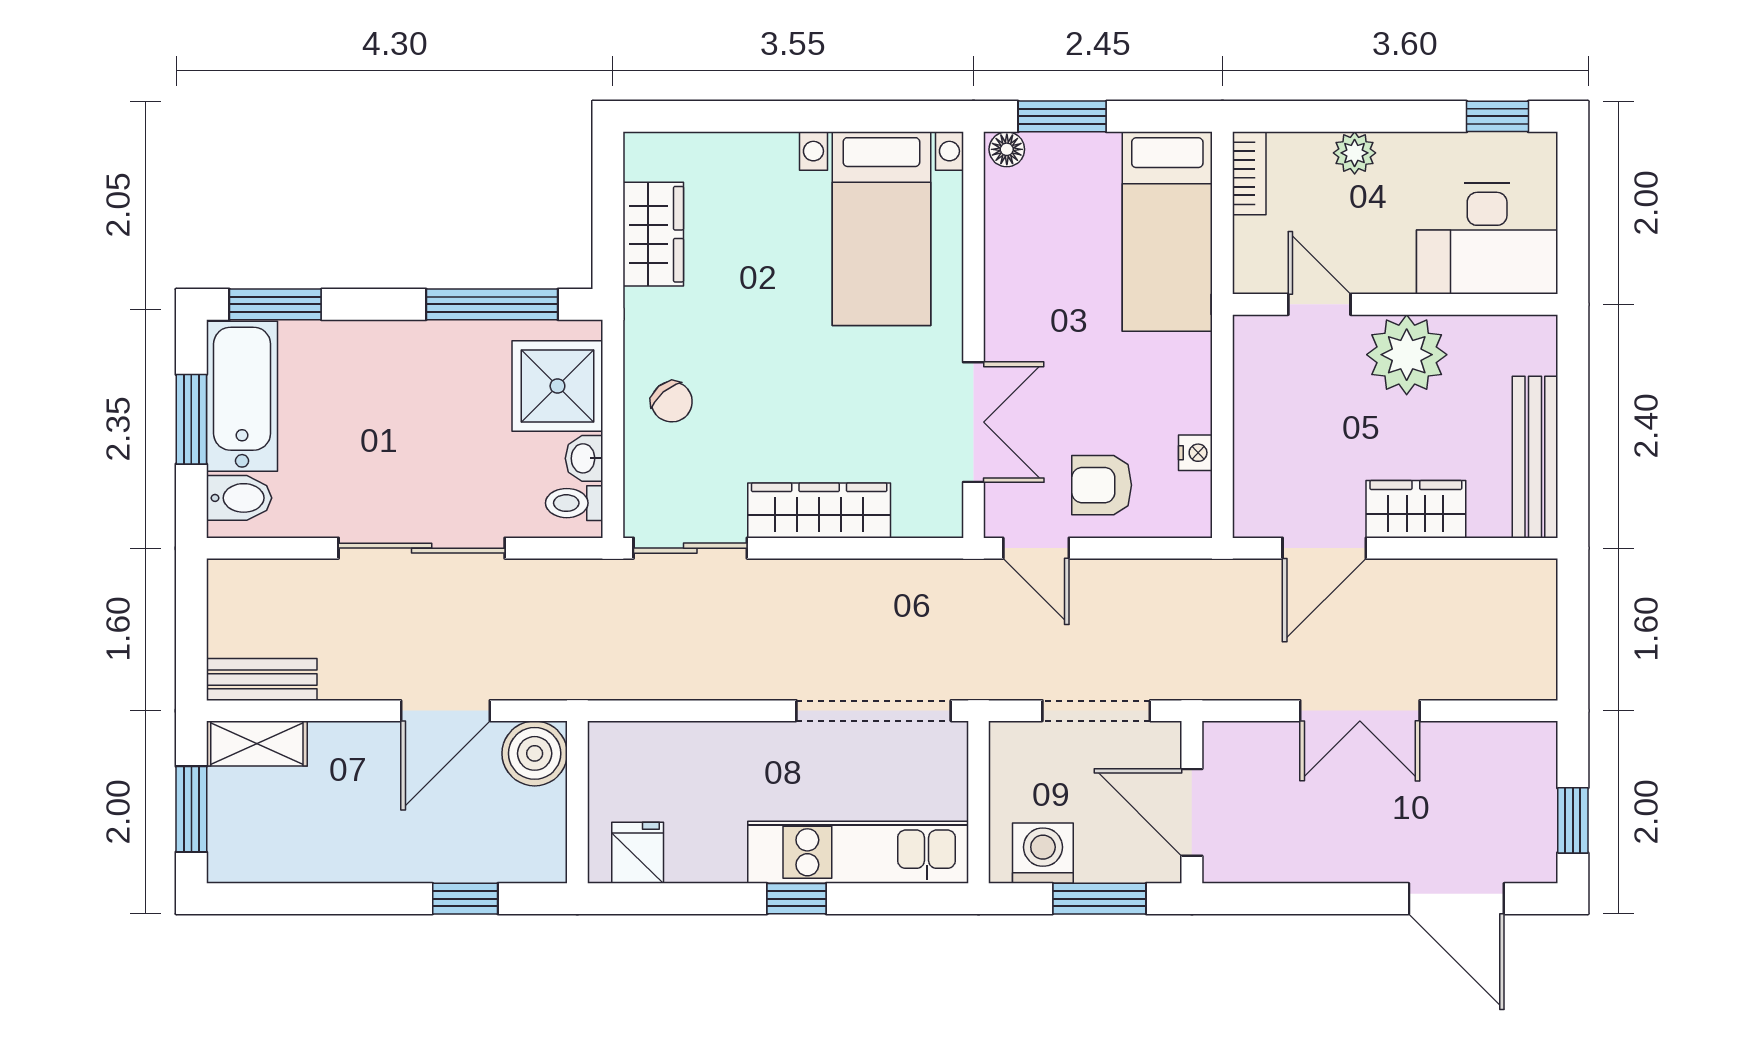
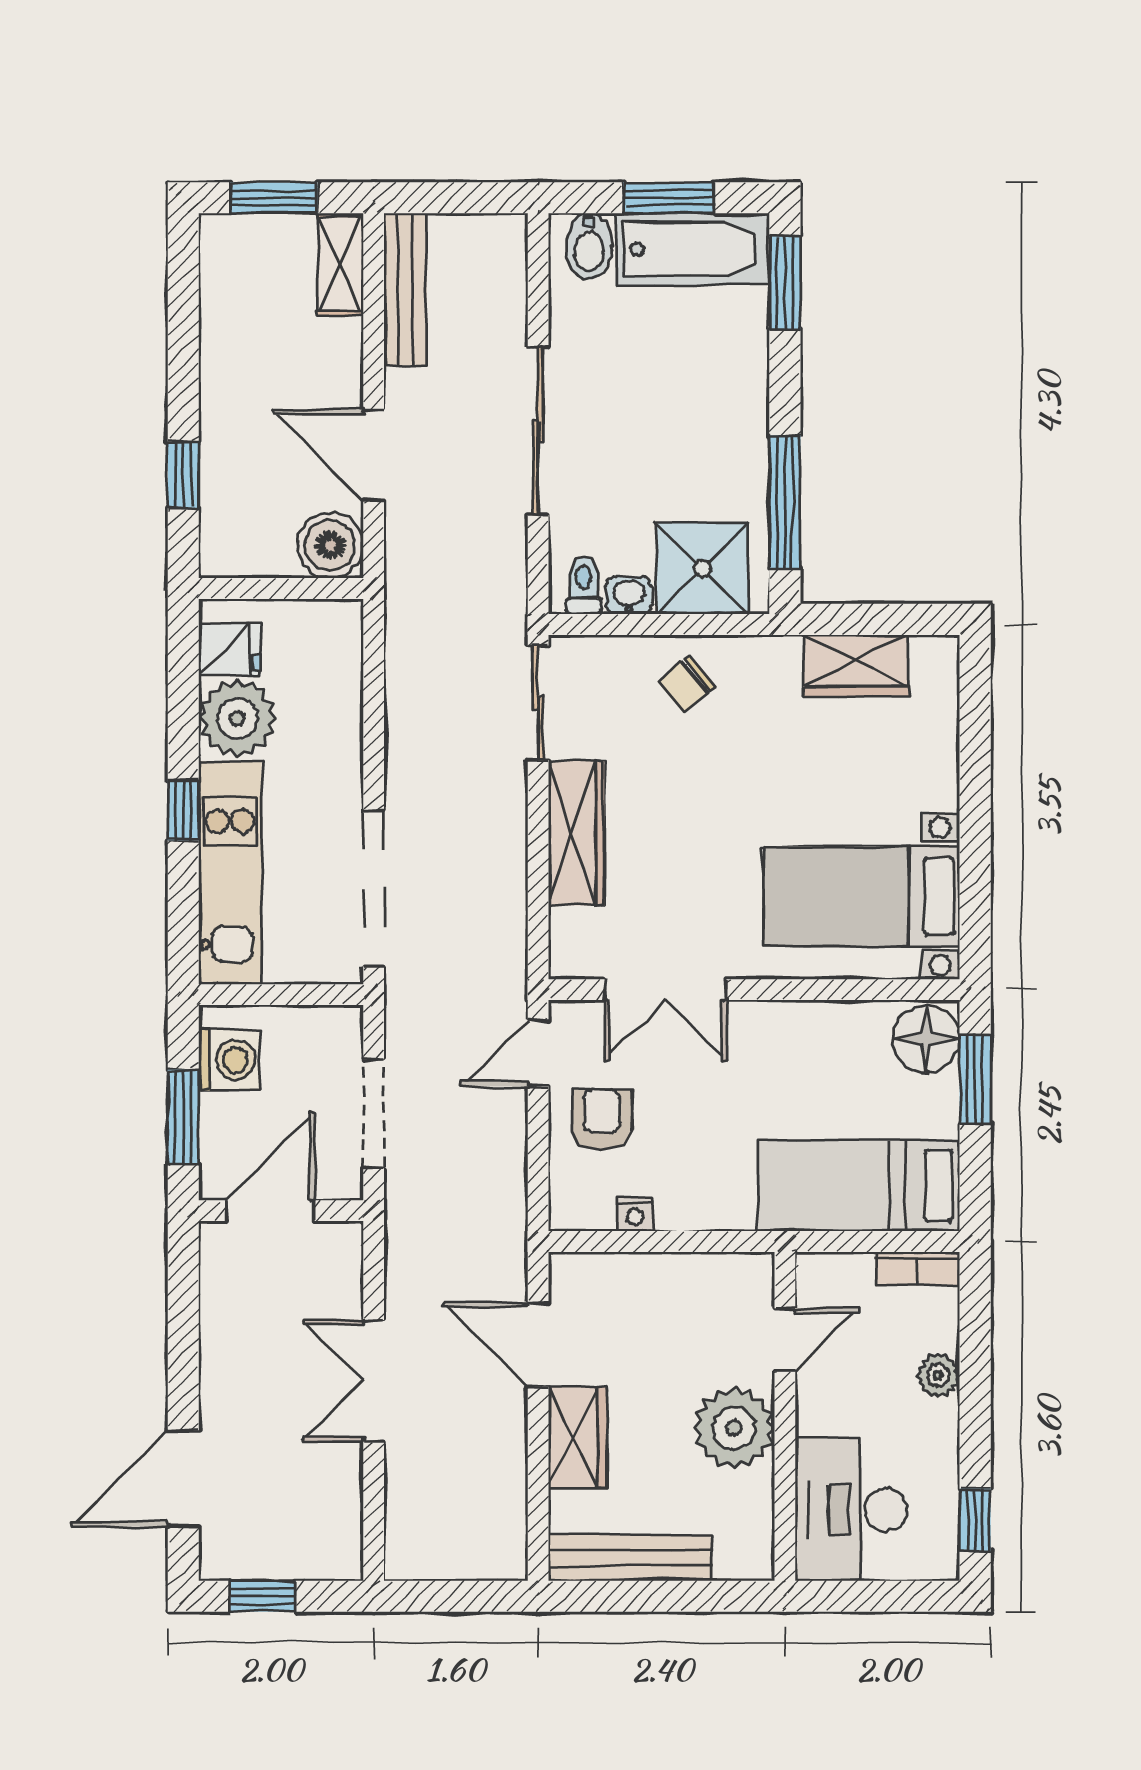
floor lamp: (1007, 149) -> (926, 1039), width x1.89, depth x1.89
bench: (262, 679) -> (405, 289), width x1.36
plant: (706, 845) -> (237, 718), added

